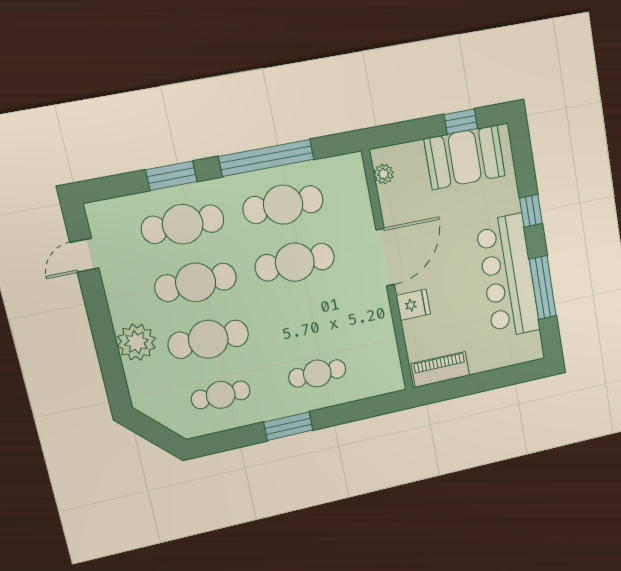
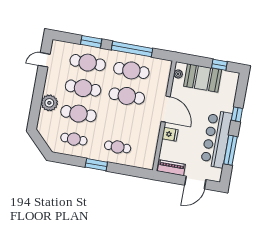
booth: (465, 157) -> (203, 78), moved
door: (385, 257) -> (166, 109), hinge flipped
door: (497, 378) -> (195, 182), added

